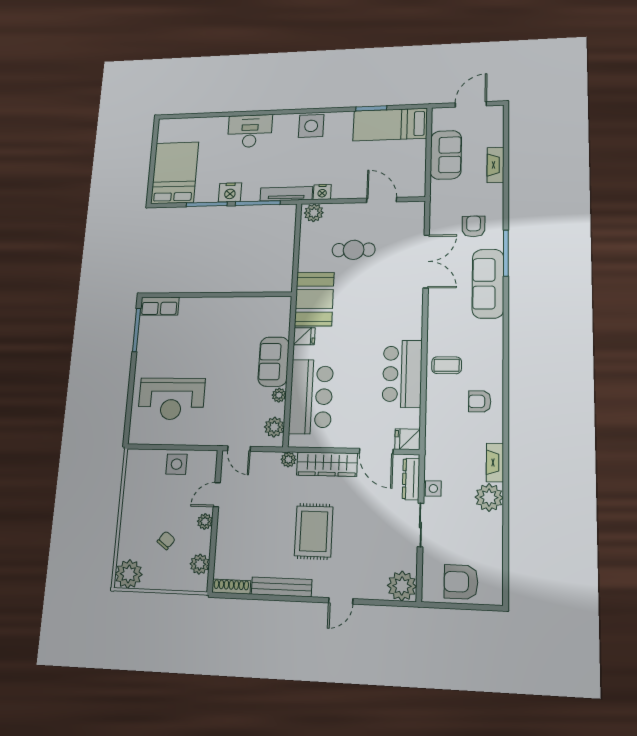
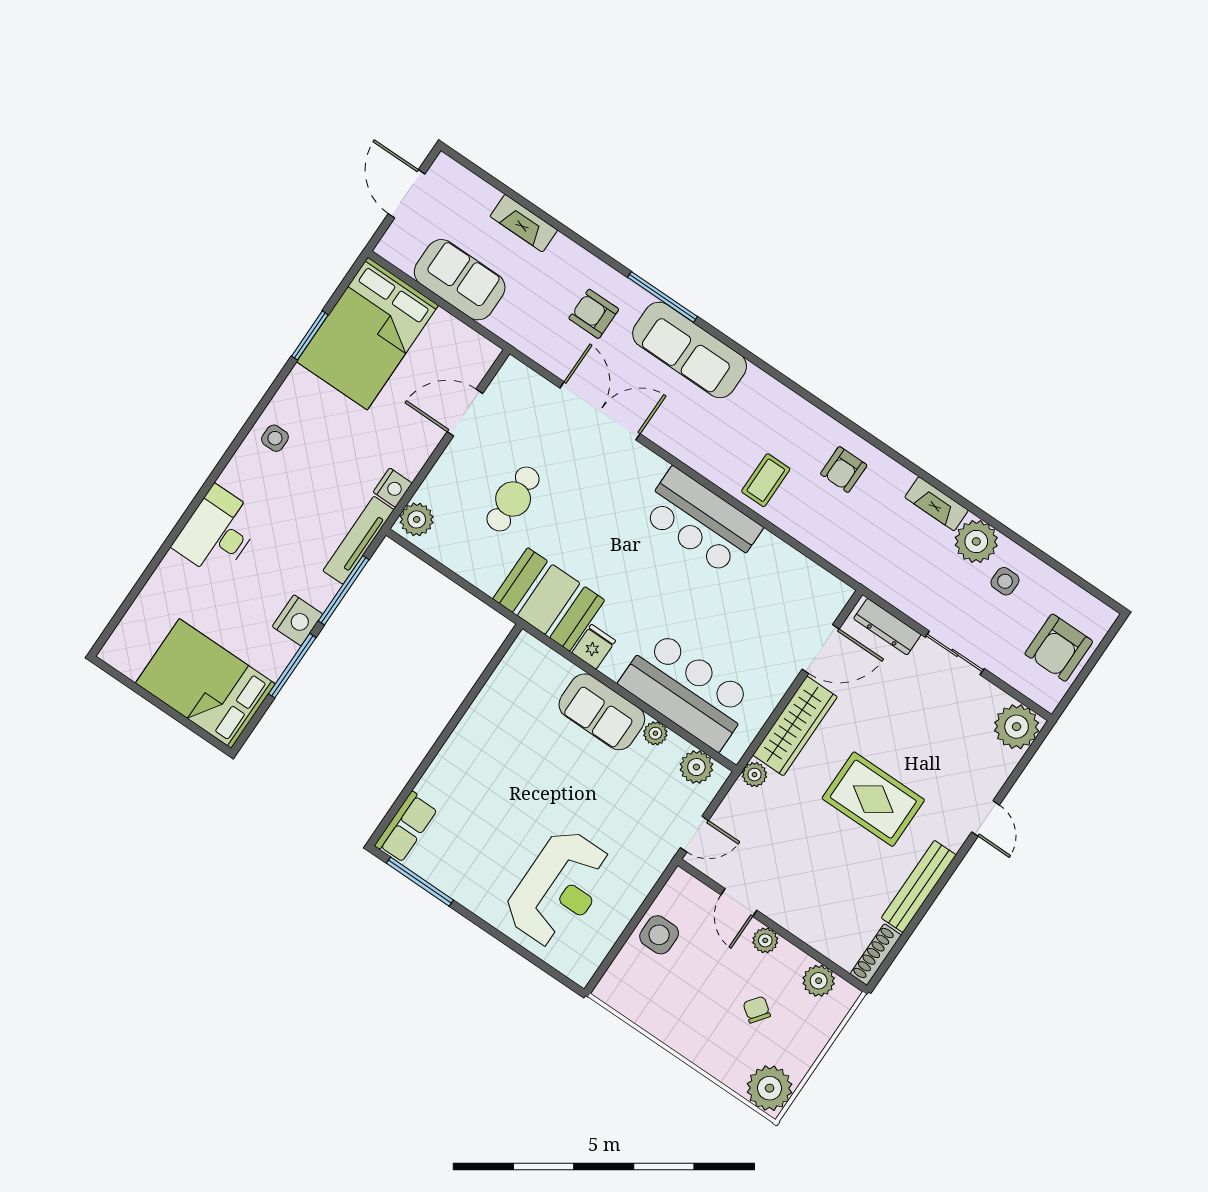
bed: (390, 125) -> (367, 333), width x1.50
side table: (311, 126) -> (275, 438), width x0.54, depth x0.54
bar counter: (402, 374) -> (701, 521), moved
fridge: (408, 439) -> (832, 597), removed
side table: (433, 488) -> (1005, 581), moved

